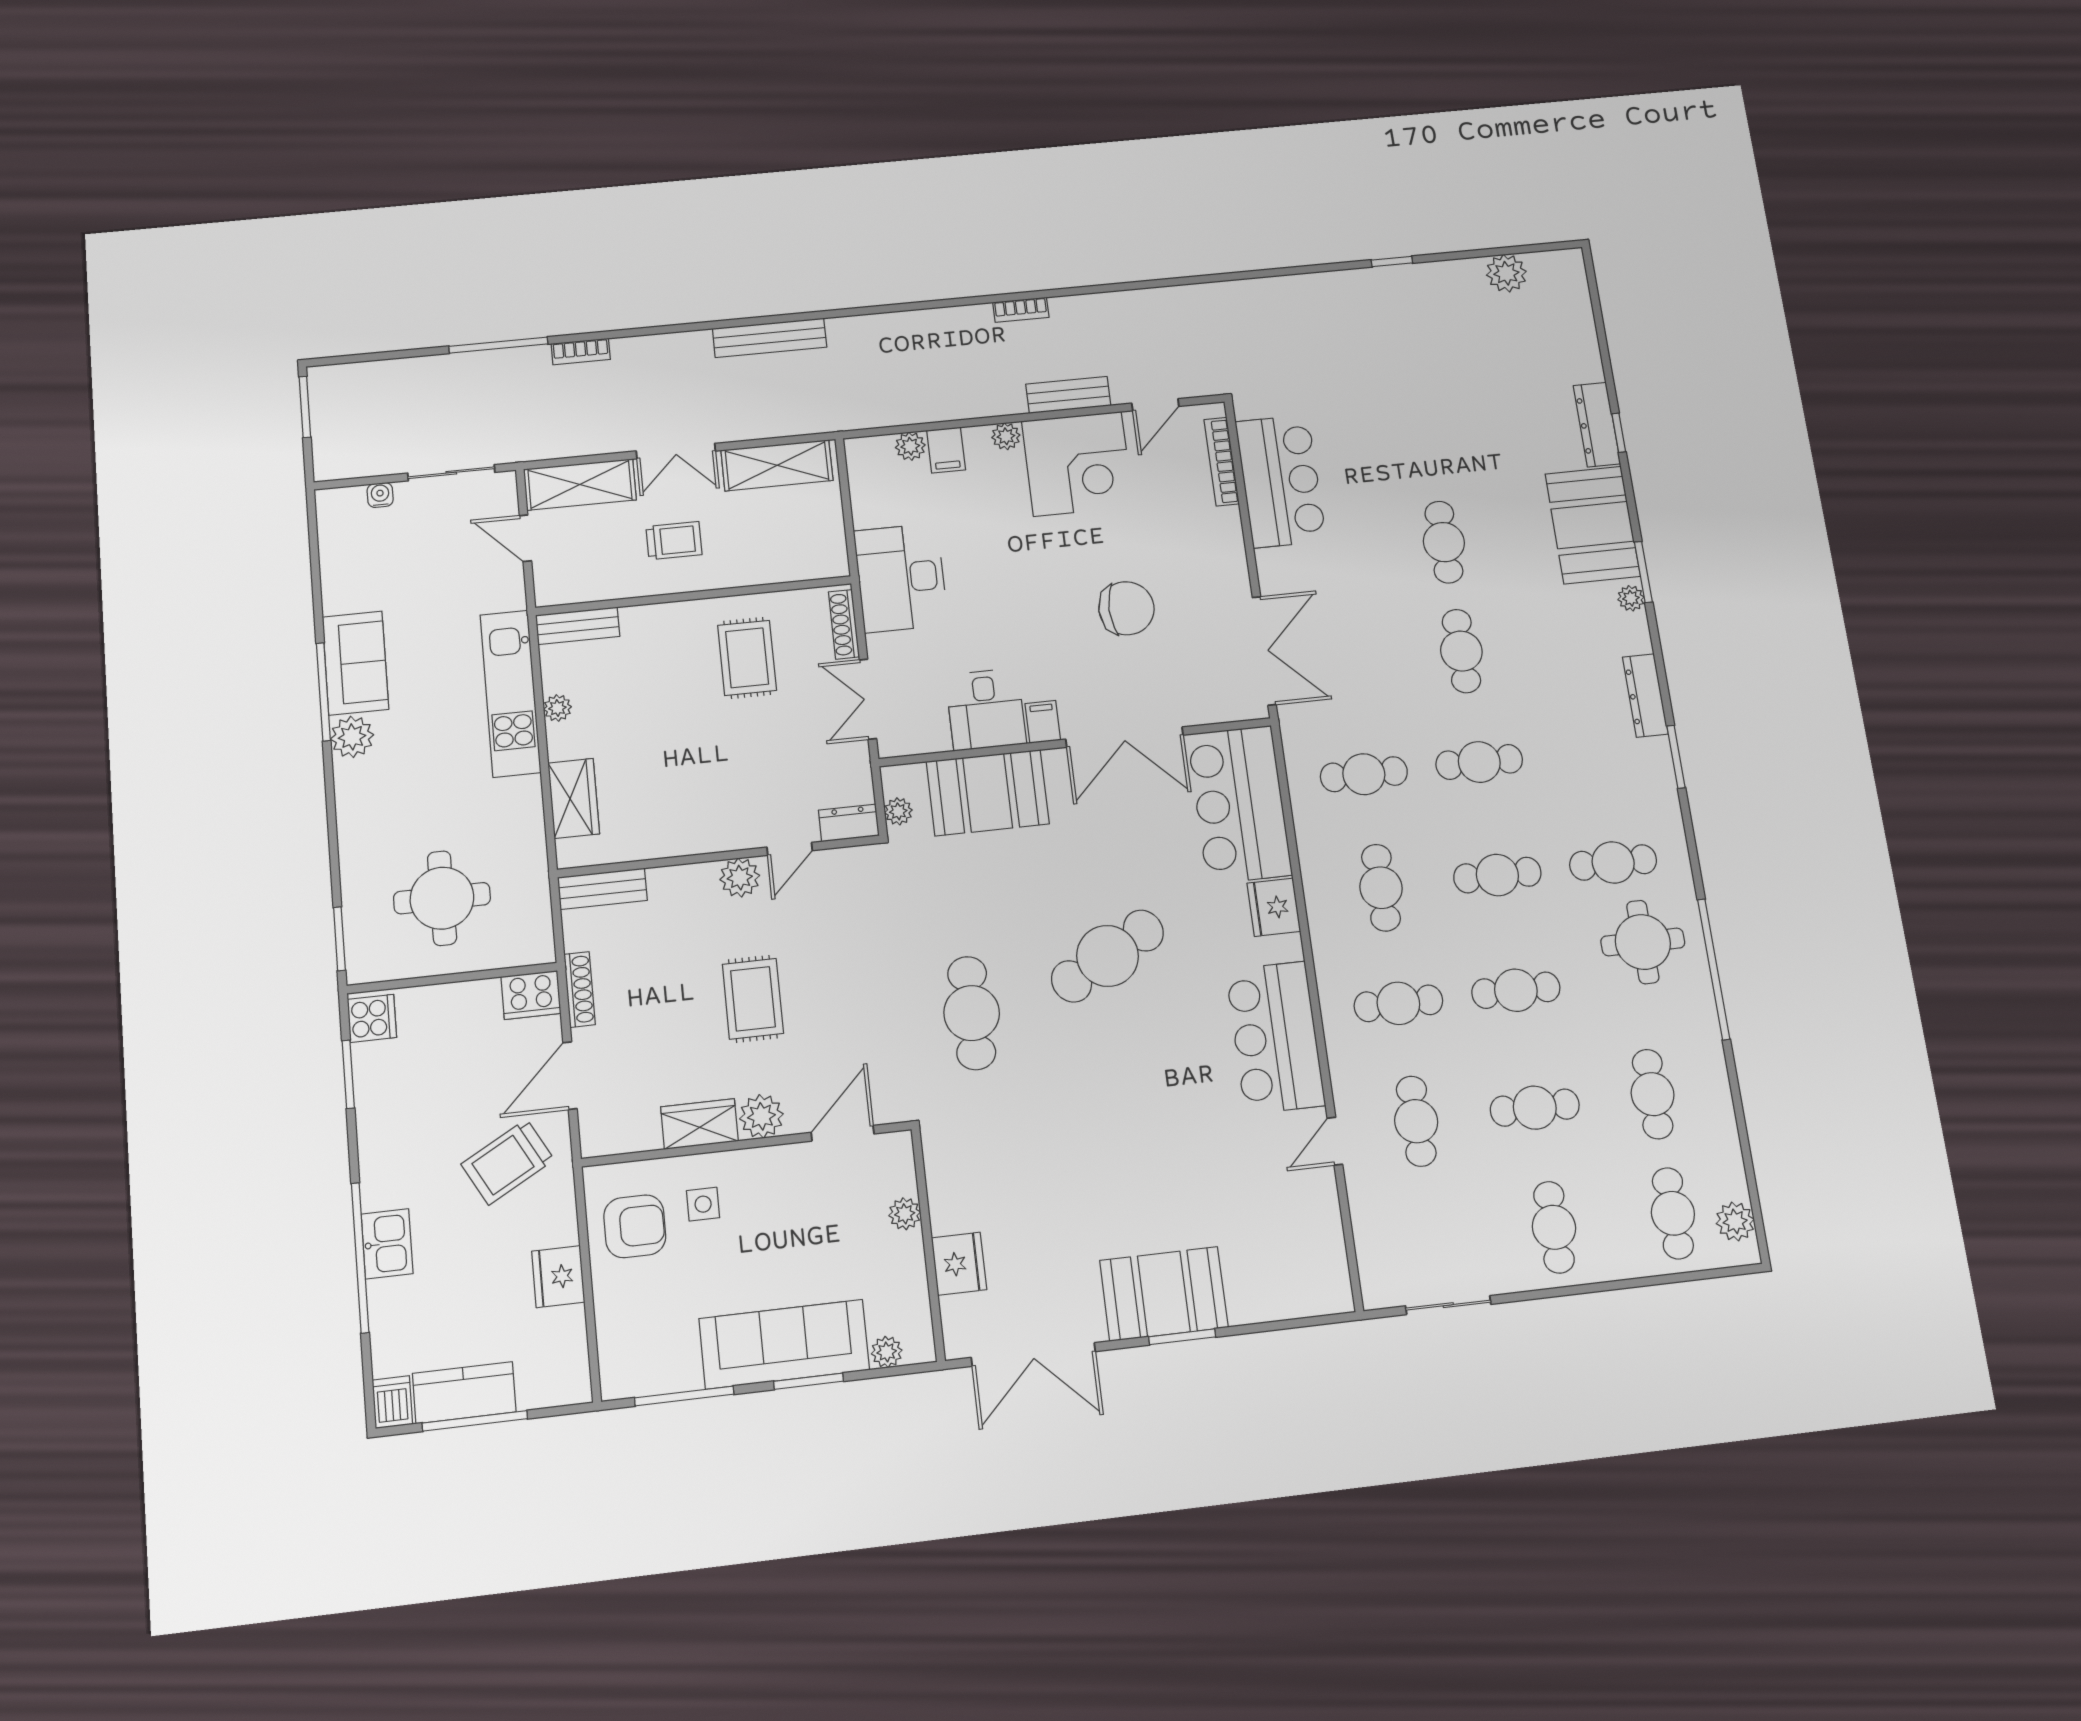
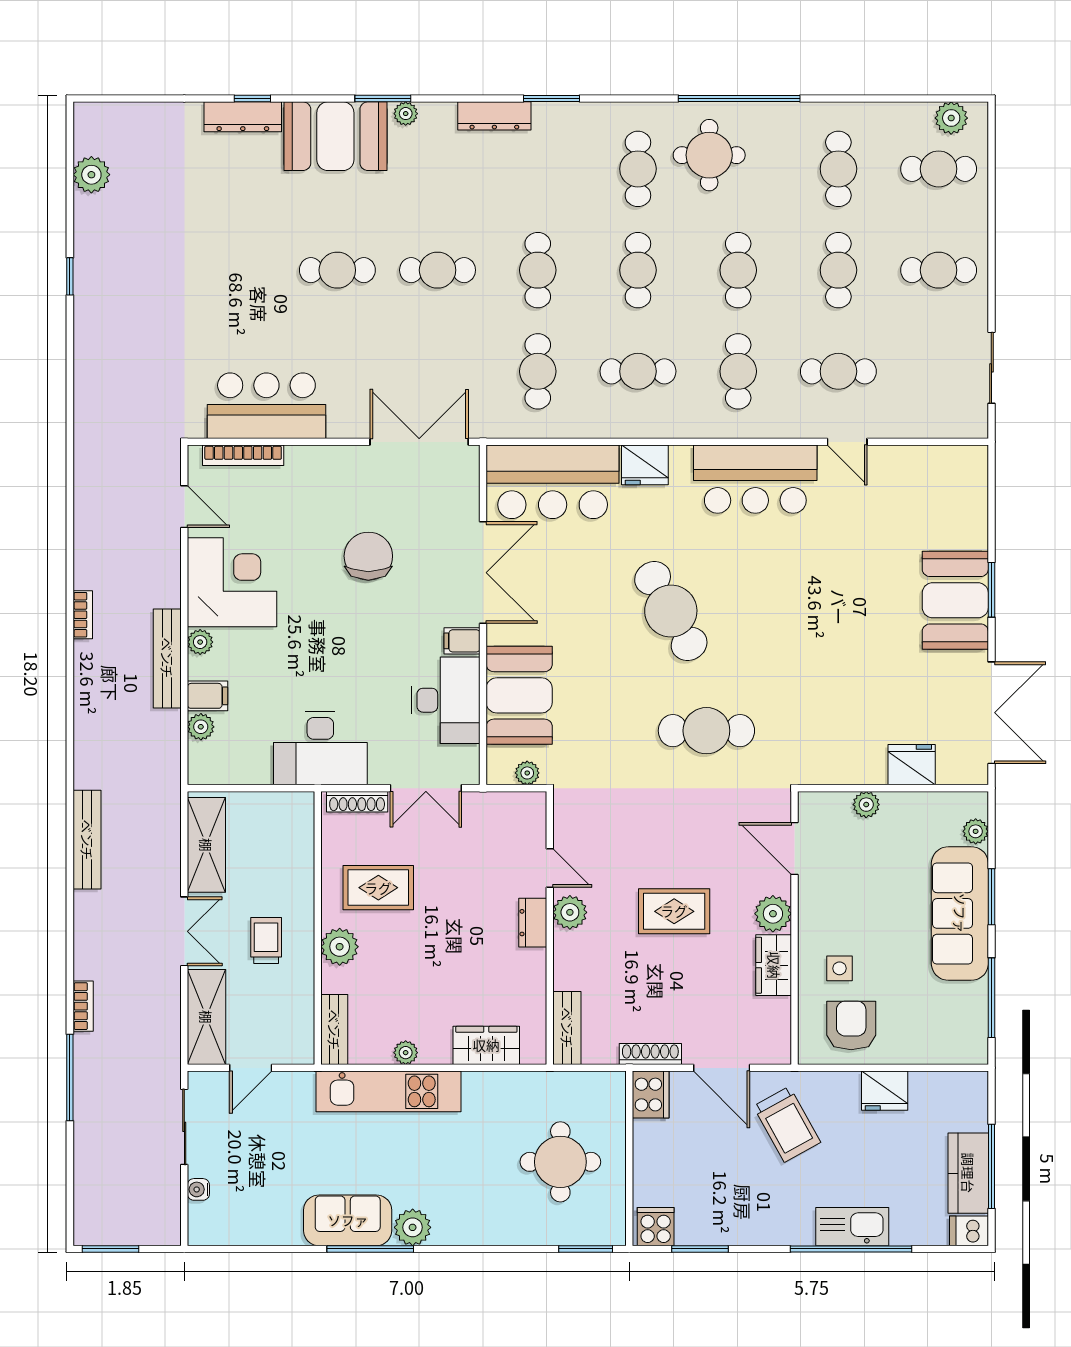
bench: (1068, 395) -> (167, 658), moved, width x1.36
plant: (674, 622) -> (340, 947), added
desk: (986, 709) -> (446, 700), width x1.37
dresser: (849, 823) -> (533, 923), moved
cafe table: (1653, 1094) -> (838, 169), turned 90
kitchen sink: (387, 1244) -> (852, 1227), width x1.38

